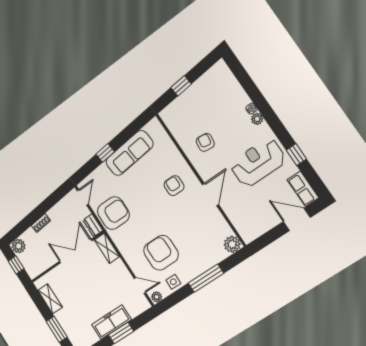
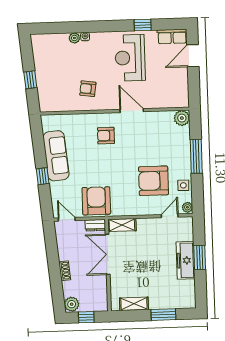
plant: (257, 119) -> (74, 38), moved

